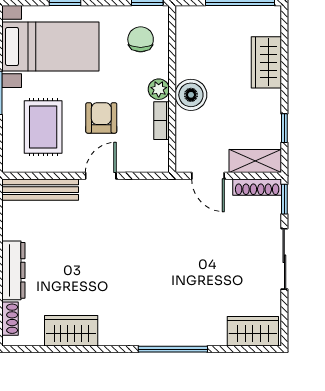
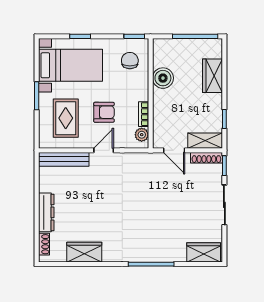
plant: (159, 89) -> (142, 135), moved
boiler: (191, 95) -> (163, 78), moved
armchair: (101, 118) -> (104, 112), turned 90

